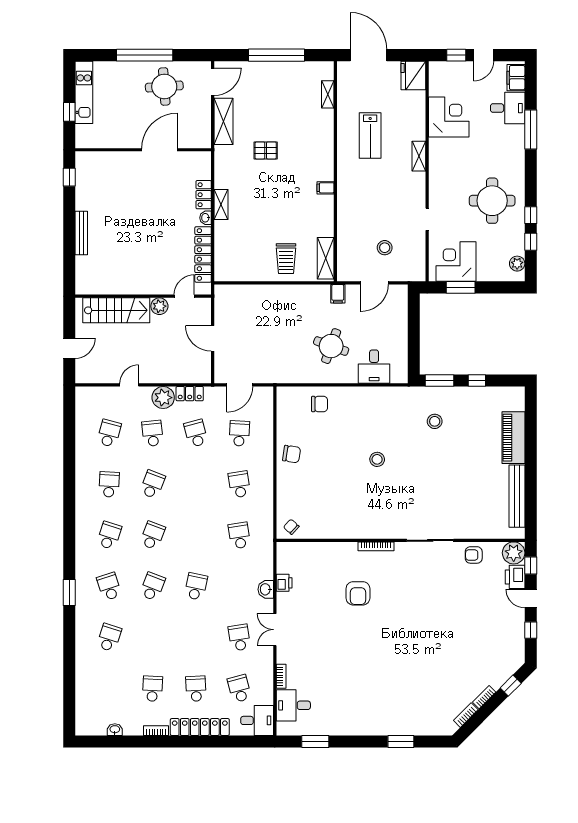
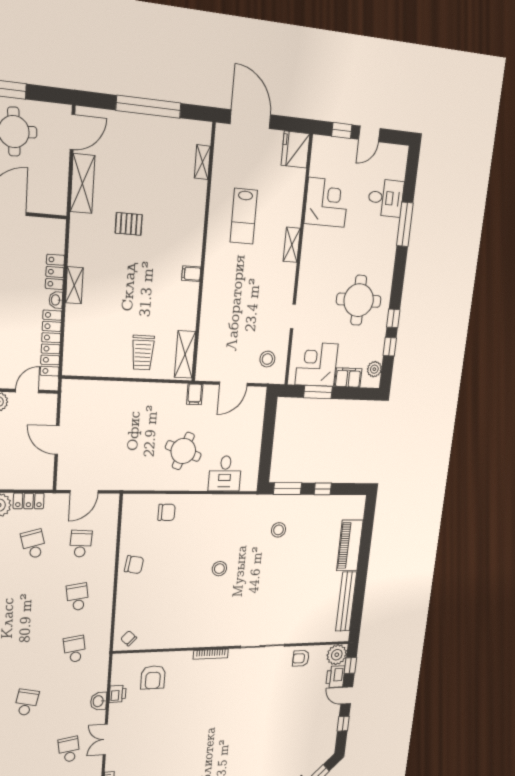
filing cabinet: (516, 78) -> (348, 378), moved, turned 90
stool: (385, 248) -> (267, 359), moved
armchair: (358, 593) -> (153, 677), moved

